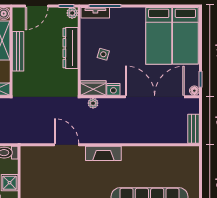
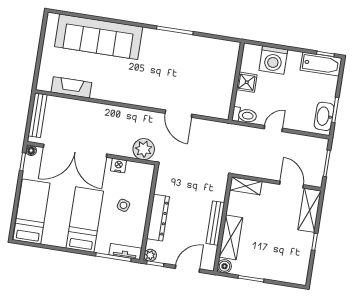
bed: (159, 36) -> (85, 220), moved
wardrobe: (93, 88) -> (140, 171), removed
plant: (93, 103) -> (144, 149), width x1.88, depth x1.88
bench: (193, 129) -> (38, 115), width x1.36
fireplace: (103, 153) -> (71, 87), moved

